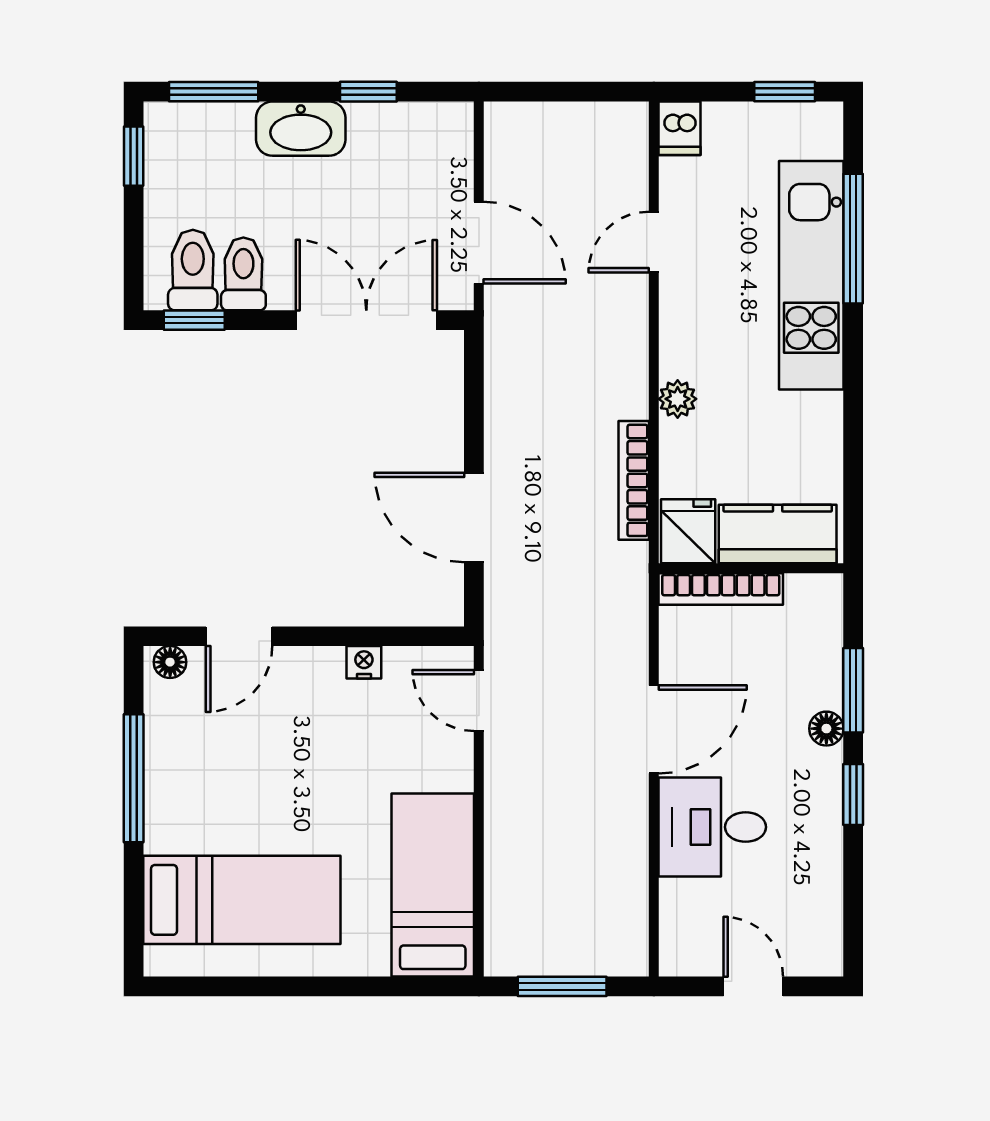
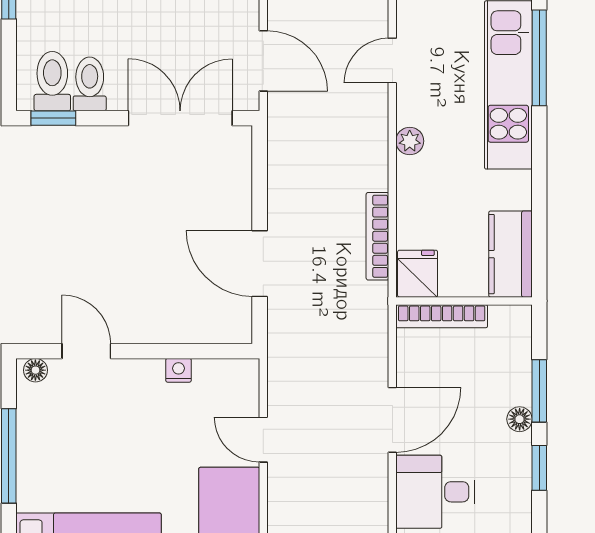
plant: (678, 399) -> (410, 141), moved
kitchen counter: (778, 534) -> (510, 254), moved, turned -90
door: (239, 636) -> (86, 351), swing flipped
door: (479, 701) -> (263, 440), moved

